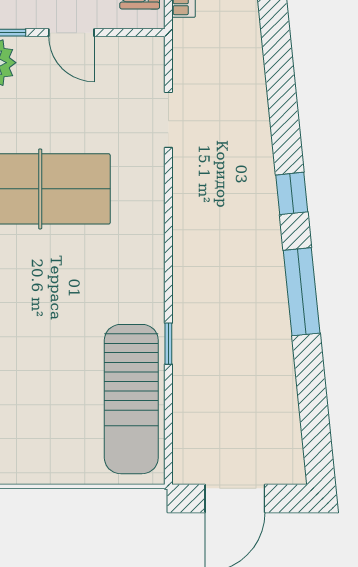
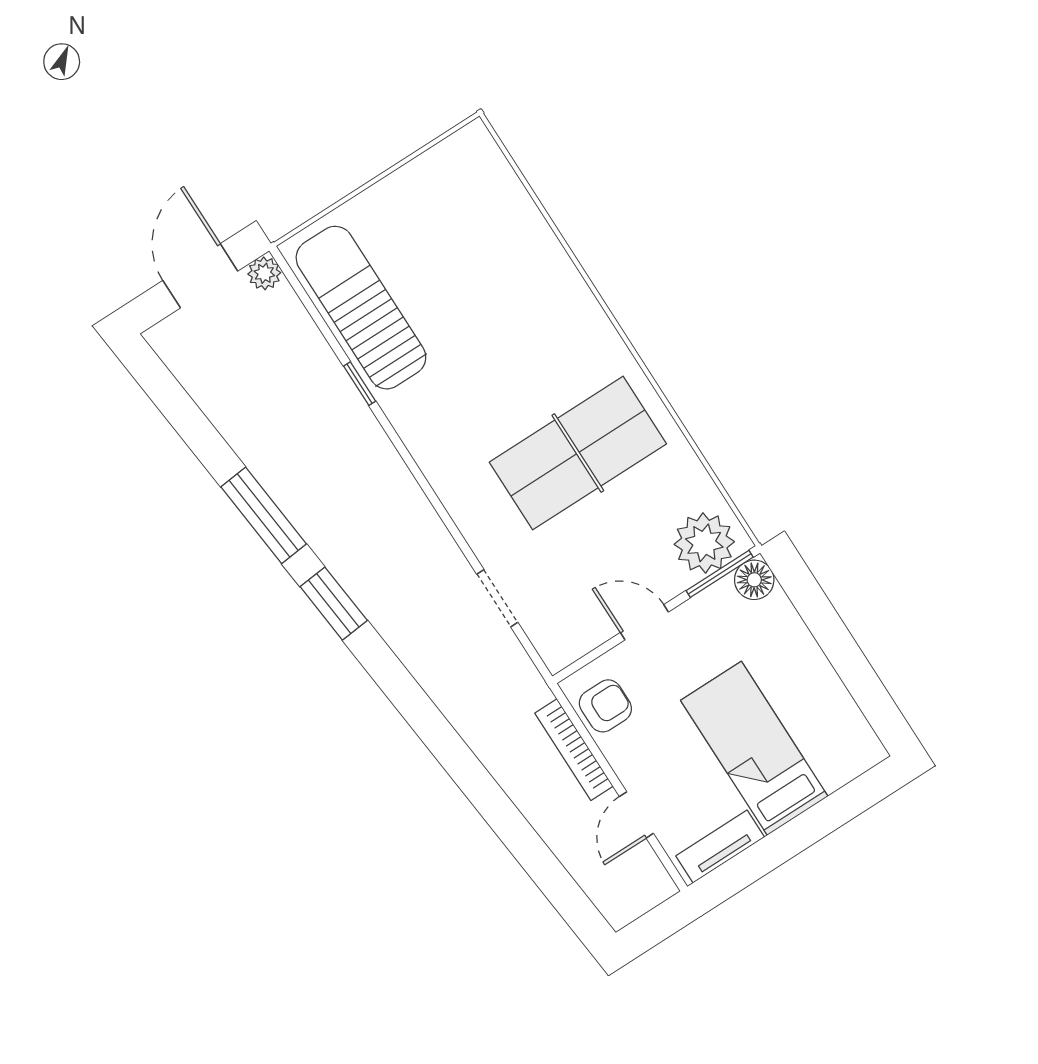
window: (292, 193) -> (334, 604), width x1.50
plant: (186, 470) -> (264, 273), added

